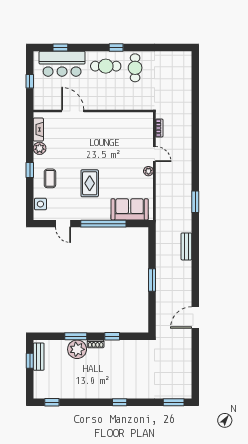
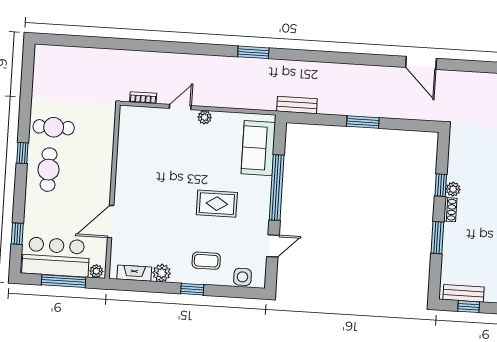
bar counter: (62, 64) -> (56, 257), moved, turned -90
window: (30, 81) -> (64, 281), width x2.17
plant: (38, 103) -> (96, 271), added
bench: (186, 246) -> (297, 105), moved
plant: (77, 349) -> (453, 189), moved, width x0.53, depth x0.53

